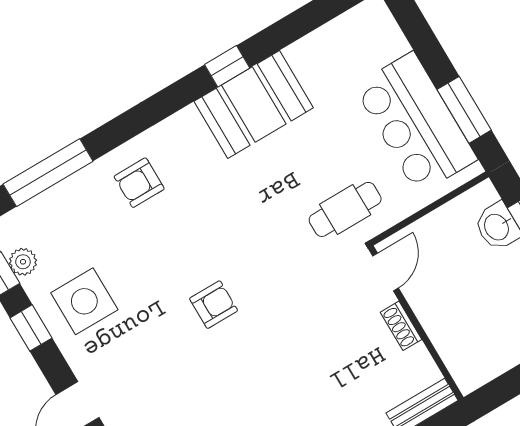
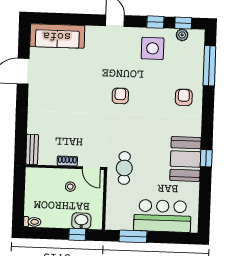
bar counter: (415, 123) -> (162, 216), moved
stool: (446, 289) -> (70, 187), added
armchair: (214, 305) -> (120, 96), turned 180

